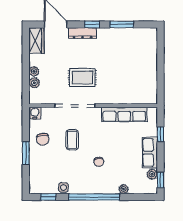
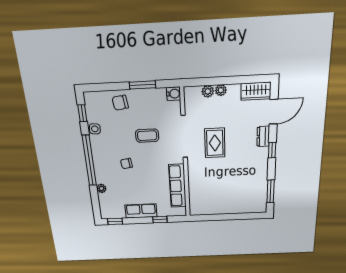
window: (122, 24) -> (271, 191), moved
dresser: (83, 33) -> (263, 137), width x0.70
chair: (43, 139) -> (120, 103), moved
window: (26, 153) -> (142, 85), moved
plant: (152, 174) -> (120, 214), removed

